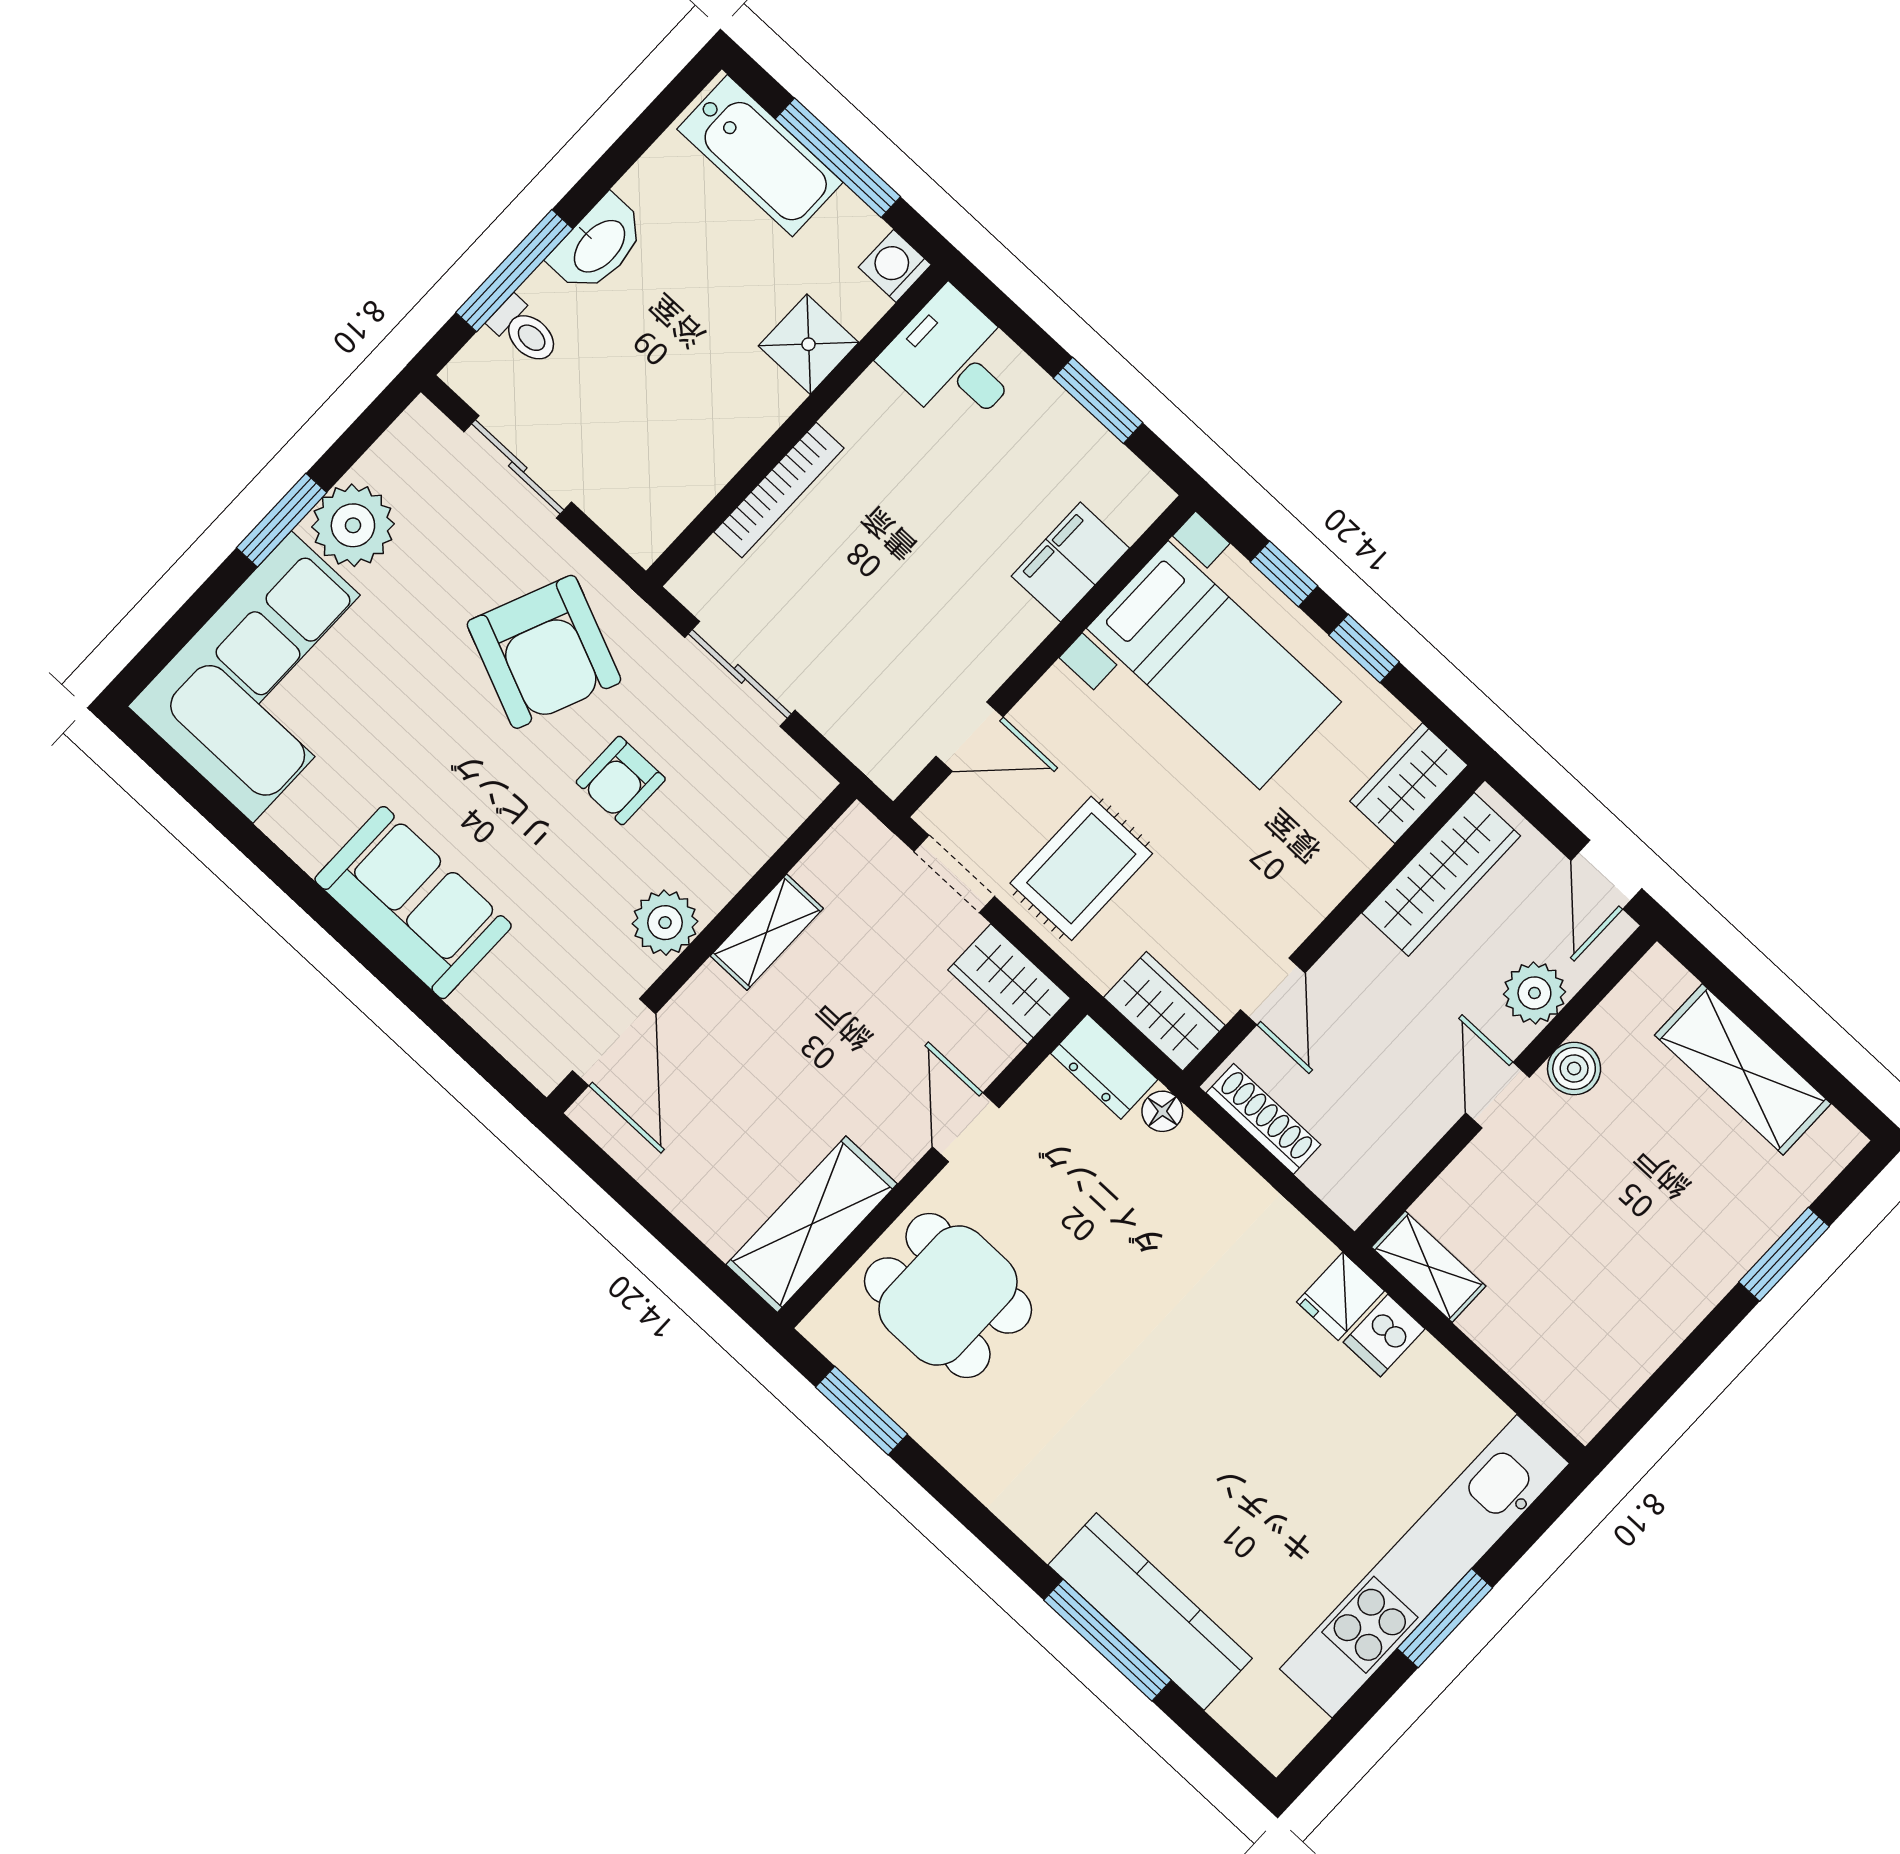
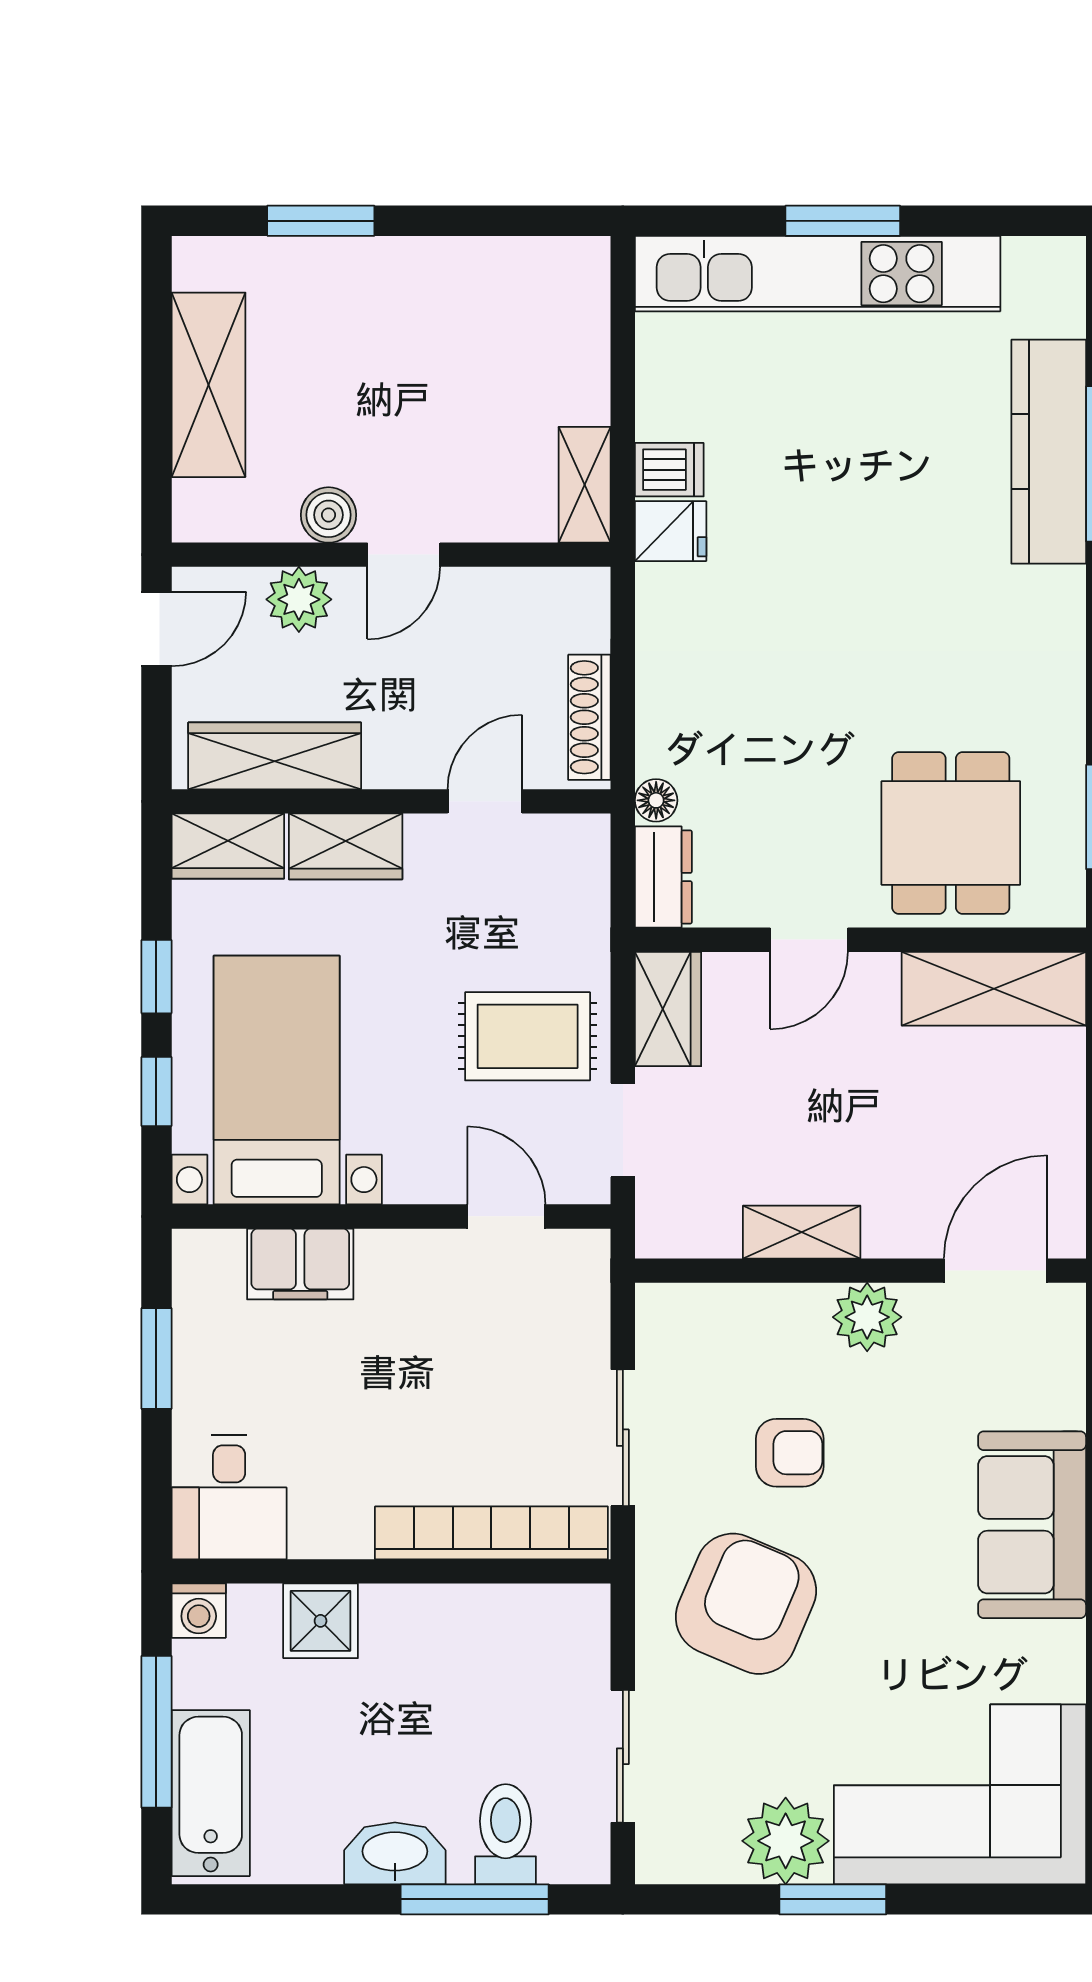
toilet: (525, 331) -> (506, 1834), width x1.37, depth x1.39
bookcase: (779, 490) -> (491, 1533), width x1.48, depth x1.31
wardrobe: (1164, 1011) -> (346, 846), moved, turned -90

